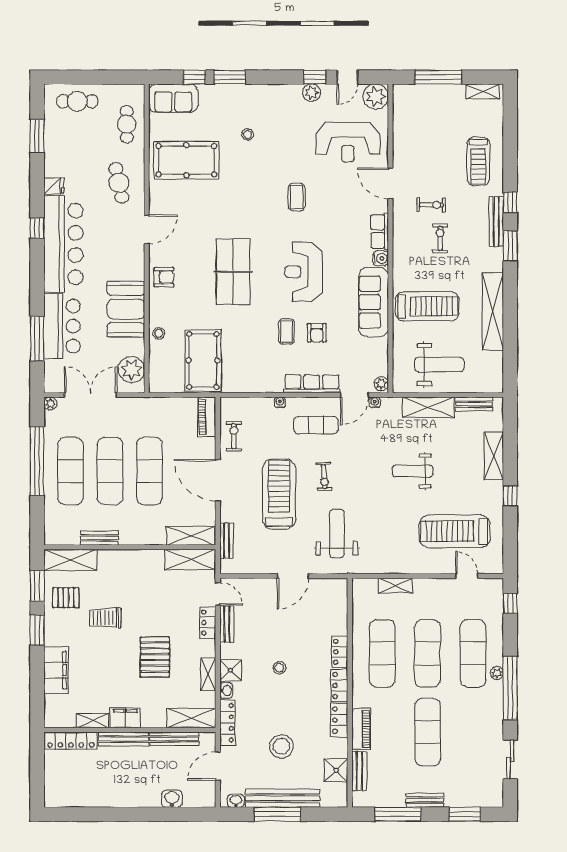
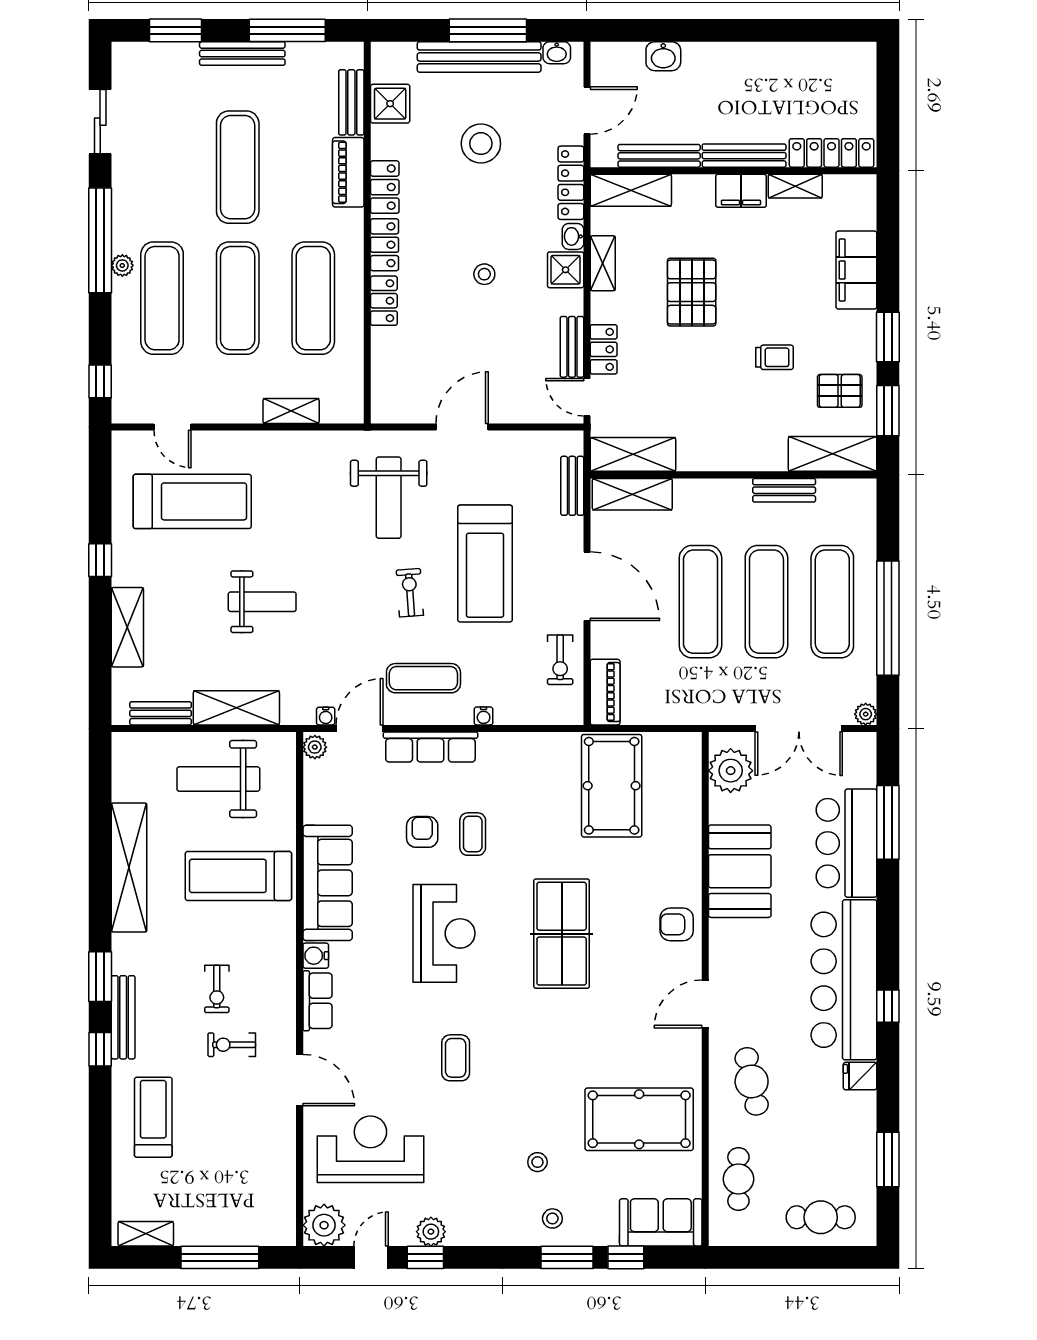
stool: (159, 333) -> (552, 1218), moved
trolley: (105, 618) -> (774, 357), width x0.73, depth x0.72
bench: (425, 800) -> (242, 54), width x1.36

